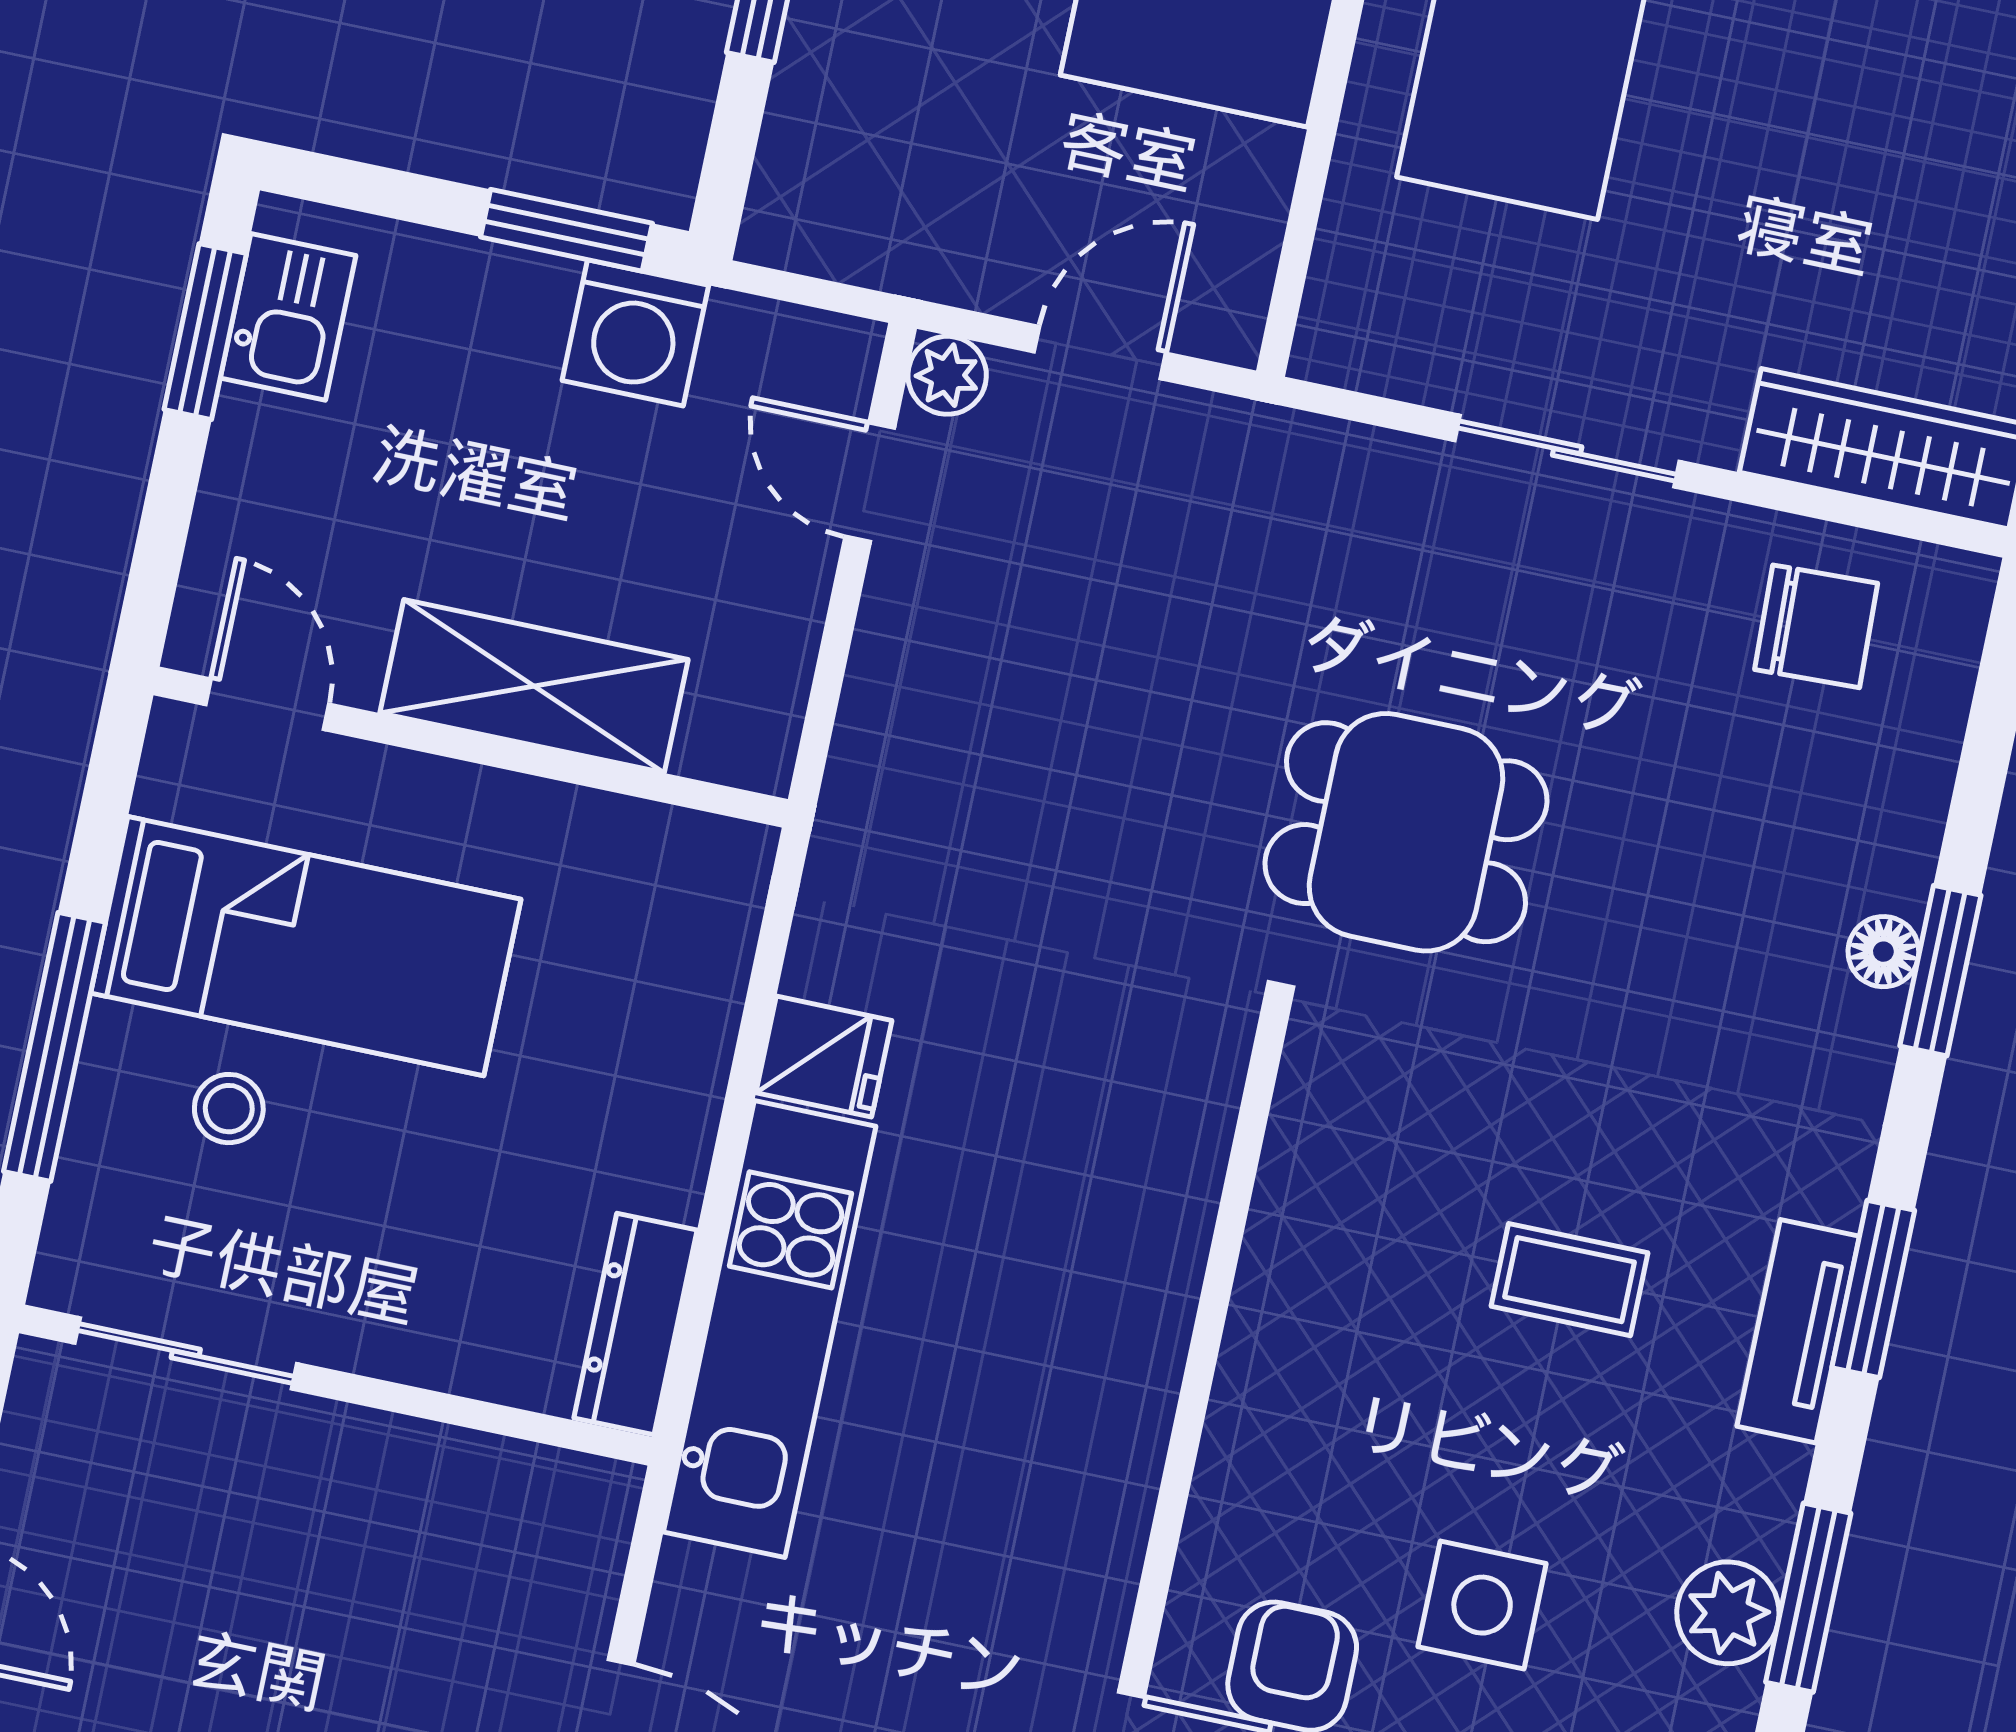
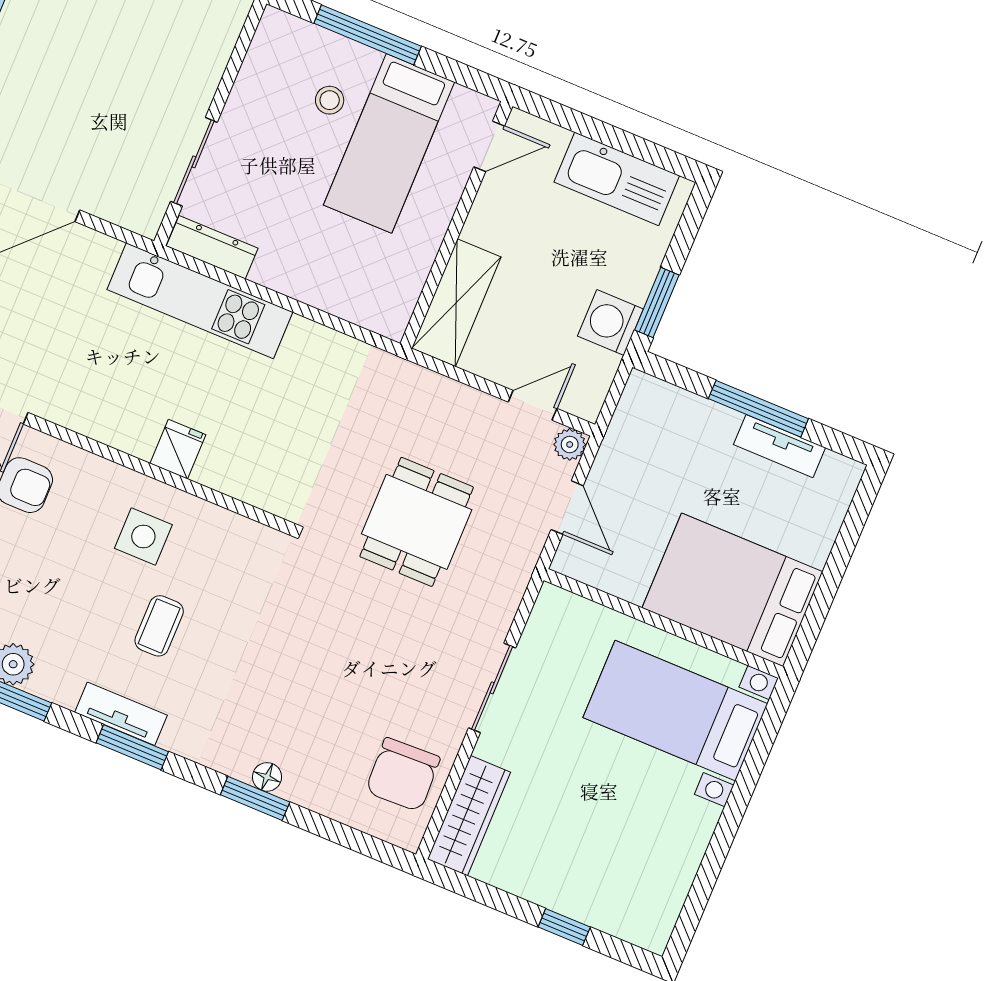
kitchen sink: (288, 317) -> (617, 179), width x1.87, depth x1.24
window: (205, 332) -> (644, 150), removed
chair: (1816, 626) -> (403, 775), width x1.37, depth x1.37
shelving: (534, 686) -> (456, 303), moved
dining table: (1406, 832) -> (417, 522), moved
fridge: (824, 1057) -> (178, 449), moved, turned 180
sliding door: (186, 1353) -> (194, 162), moved
side table: (1482, 1605) -> (143, 536), moved

